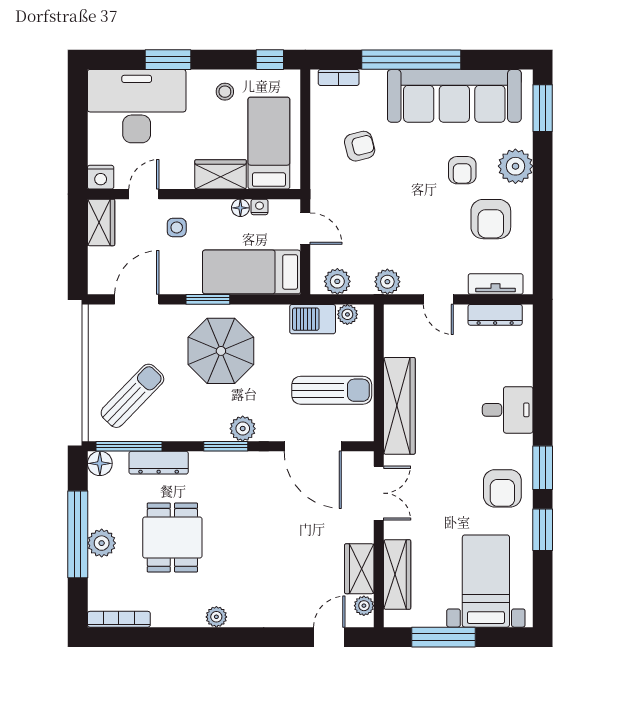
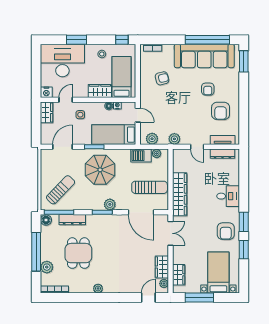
window: (411, 60) -> (207, 40), moved
plant: (515, 166) -> (232, 87), removed
plant: (102, 543) -> (47, 267), moved
wardrobe: (397, 574) -> (179, 275), width x0.67

